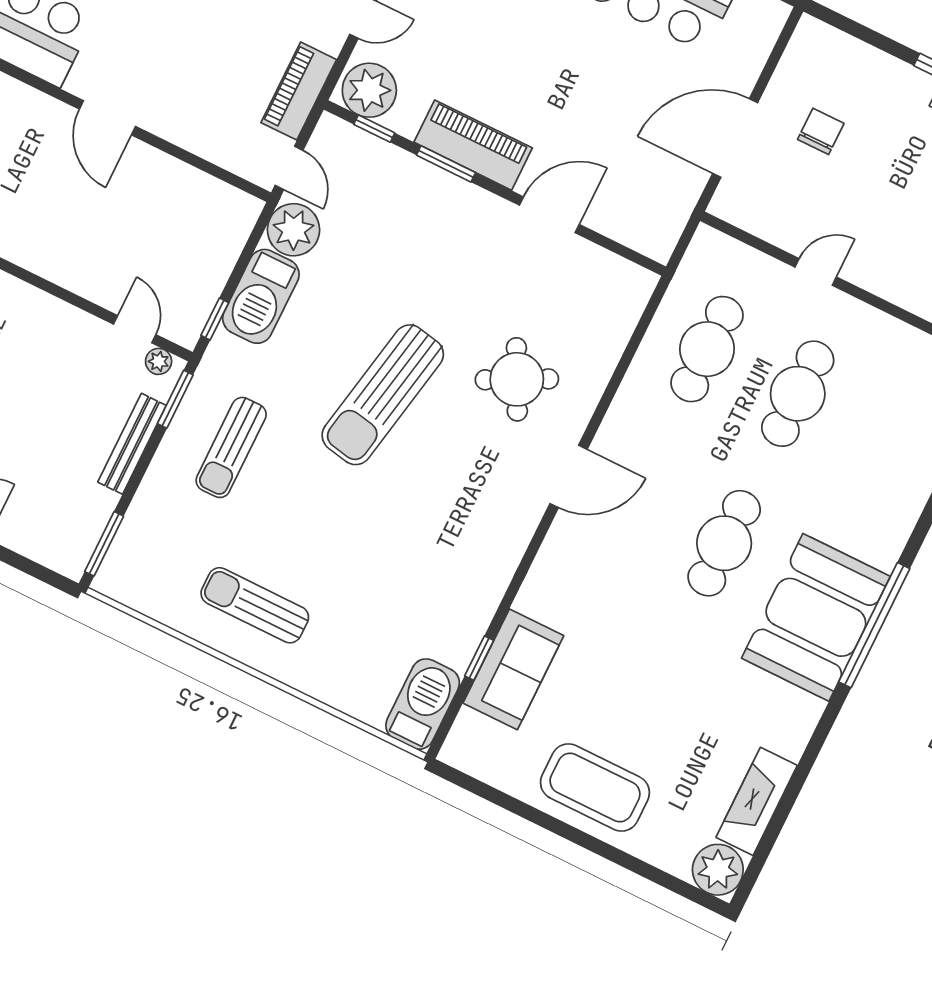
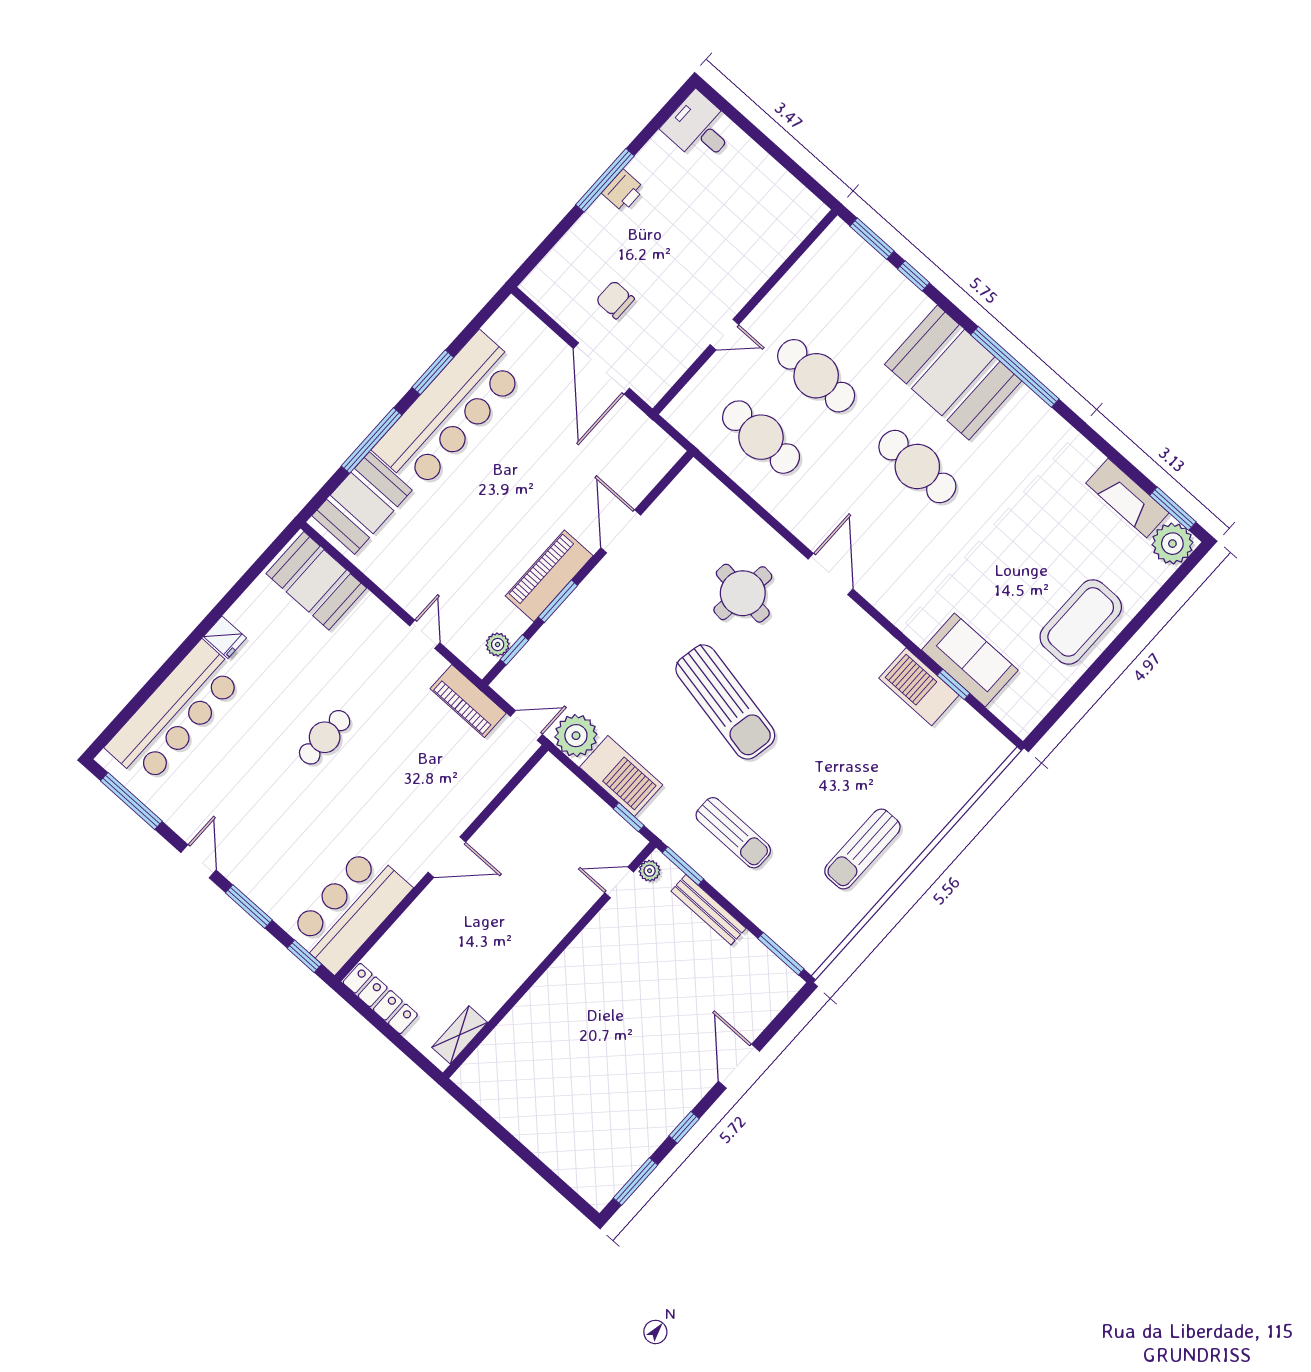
plant: (369, 90) -> (498, 645), width x0.53, depth x0.53
door: (816, 272) -> (724, 335), swing flipped
round table: (517, 379) -> (743, 593), turned 34
booth: (816, 617) -> (953, 373), moved
barbecue: (423, 704) -> (919, 687), moved
window: (759, 859) -> (1173, 509), added

